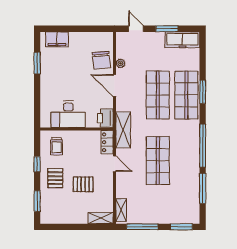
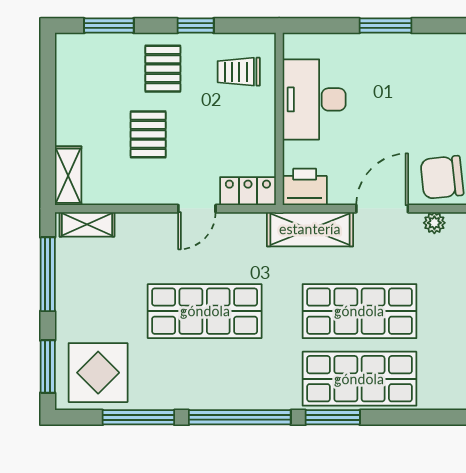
window: (37, 63) -> (385, 26), moved
window: (203, 92) -> (333, 417), moved
shelving: (123, 130) -> (310, 229), moved
pallet: (55, 178) -> (163, 69), turned 90
display table: (184, 206) -> (98, 373), added

